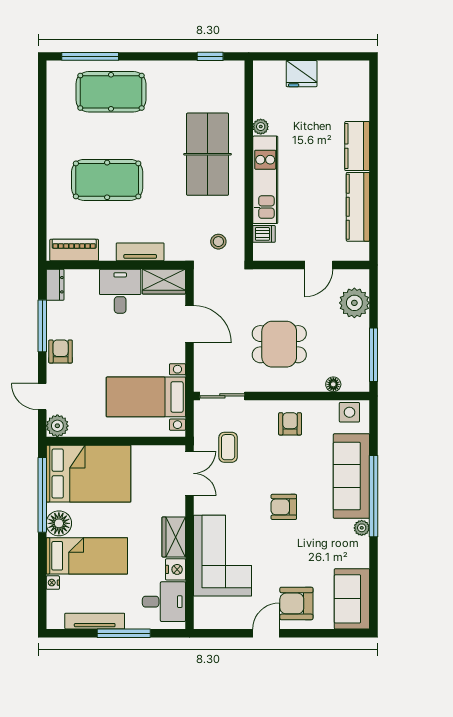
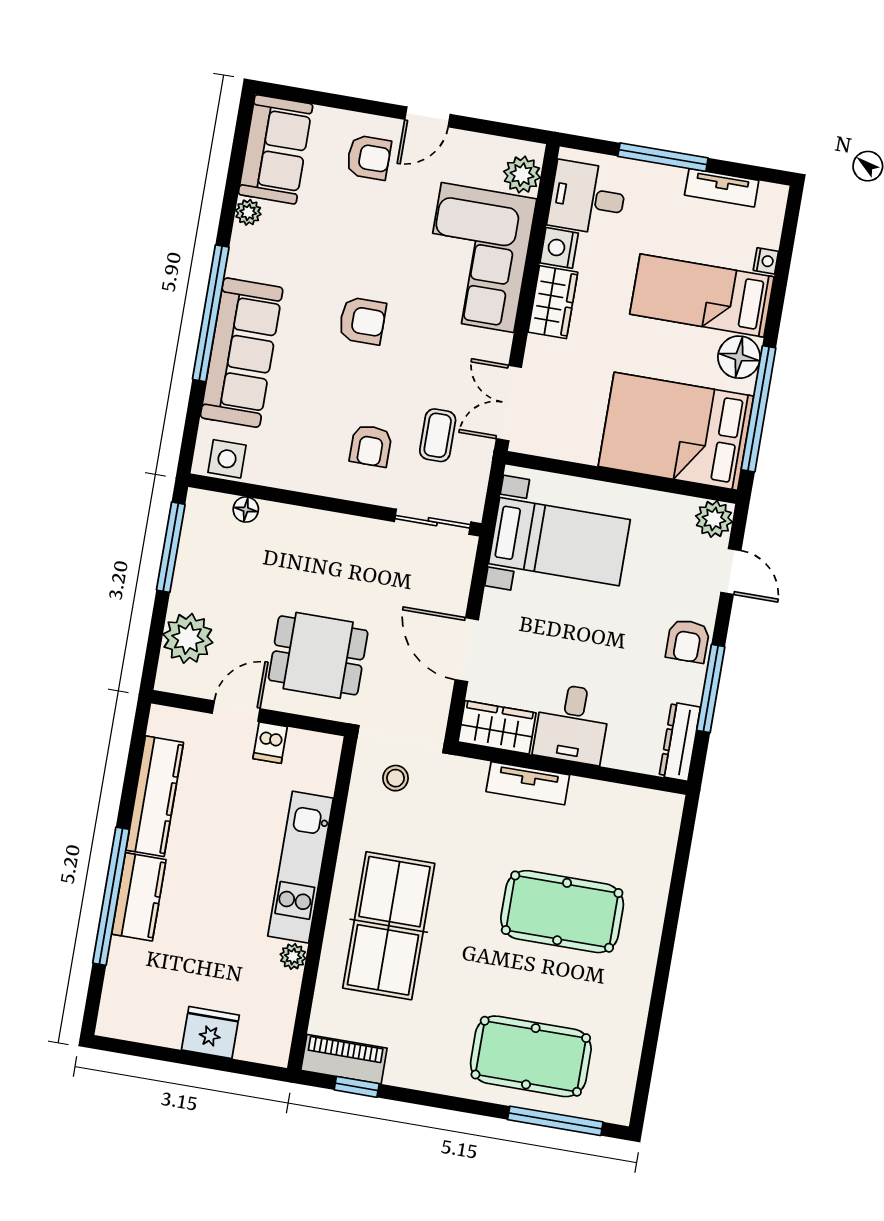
window: (374, 144) -> (111, 896), added
dishwasher: (264, 234) -> (270, 743), moved, turned -90
piano: (74, 250) -> (344, 1059), moved, turned 180
dresser: (55, 285) -> (680, 742), width x1.44
dining table: (279, 344) -> (318, 655), moved
armchair: (290, 424) -> (371, 446), moved
plant: (362, 528) -> (248, 212), moved
armchair: (296, 603) -> (369, 157), width x0.72, depth x0.72
plant: (205, 609) -> (522, 175), added
tv unit: (95, 621) -> (722, 188), width x0.71

